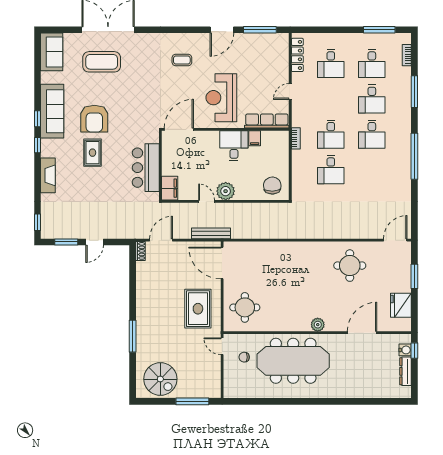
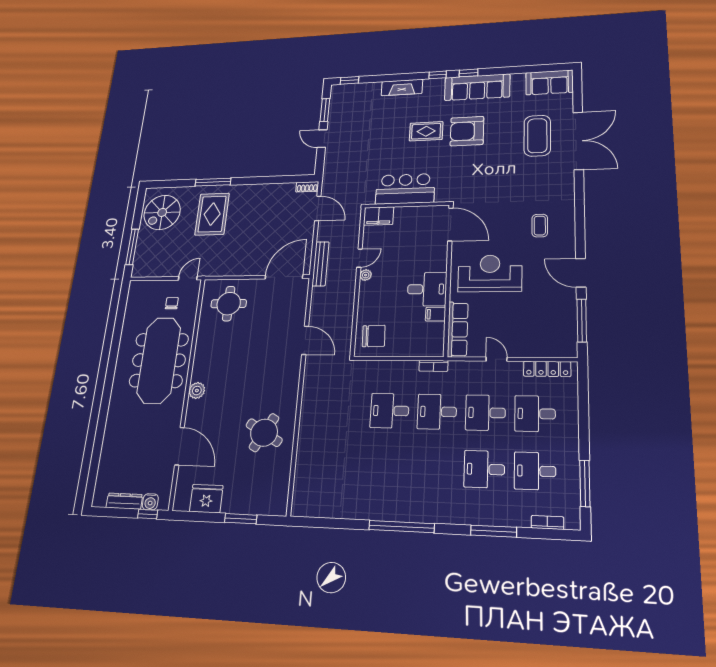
desk: (372, 134) -> (485, 413), moved
plant: (226, 191) -> (366, 275), width x0.53, depth x0.53
door: (395, 240) -> (305, 340), moved
round table: (350, 266) -> (264, 433), turned 30
rug: (198, 309) -> (212, 214), moved, turned 90

